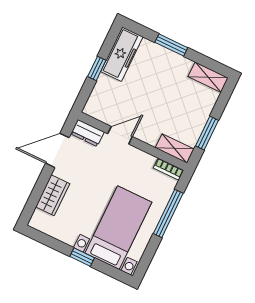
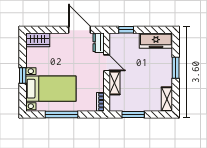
window: (97, 68) -> (126, 30), moved
shelving: (175, 148) -> (115, 83), moved
wardrobe: (53, 195) -> (38, 40), moved
window: (168, 213) -> (61, 114), moved

